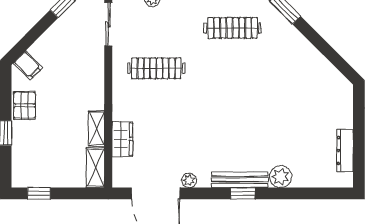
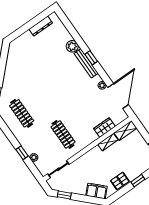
filing cabinet: (28, 65) -> (97, 191), width x2.00

